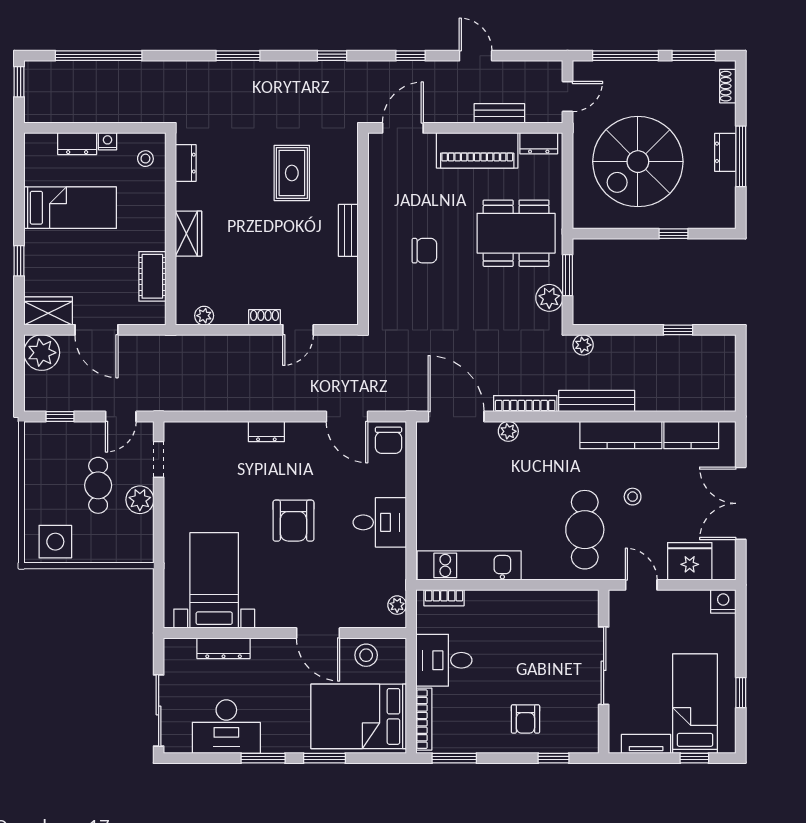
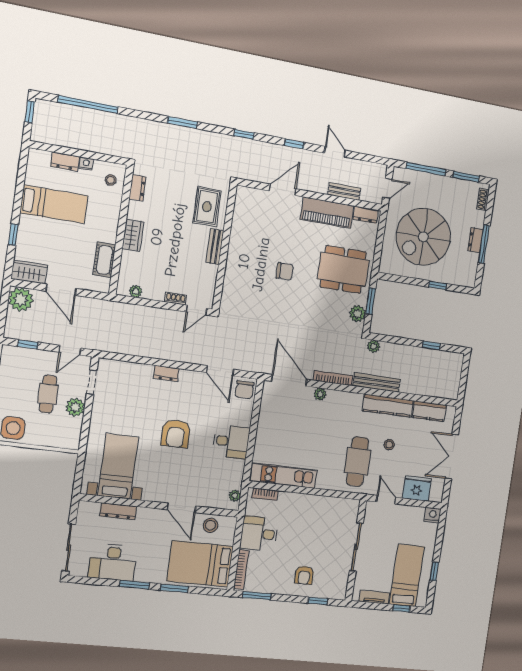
wall: (363, 229) -> (225, 247), moved
bench: (348, 230) -> (215, 247), moved

